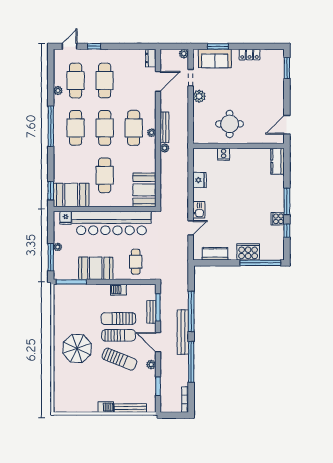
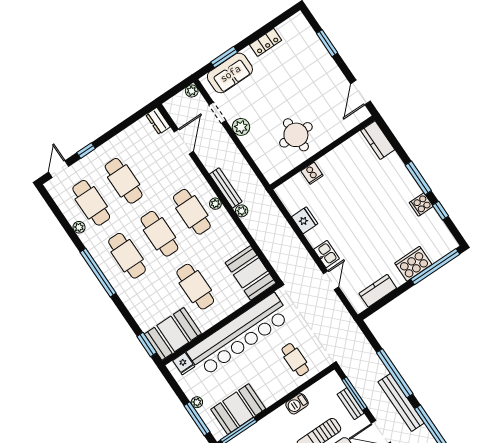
window: (287, 68) -> (327, 43), moved
booth: (96, 268) -> (238, 409), moved

